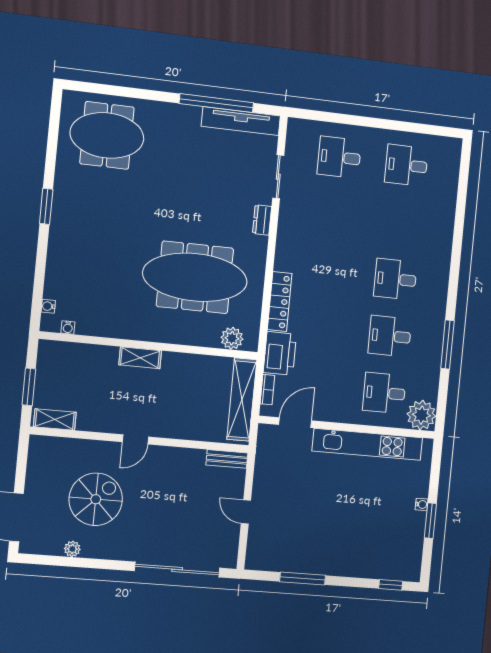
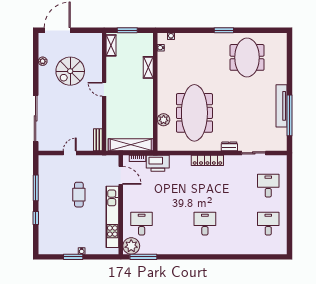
tv unit: (241, 121) -> (281, 106), moved
meeting table: (107, 135) -> (247, 57), moved
locker: (280, 302) -> (207, 160), moved
desk: (390, 336) -> (173, 224), removed
plant: (232, 338) -> (164, 120), moved
window: (447, 344) -> (143, 257), moved
shelving: (140, 358) -> (148, 67), moved
spiral stairs: (96, 499) -> (70, 71), turned 90
cafe table: (322, 501) -> (79, 195), added
window: (391, 585) -> (36, 218), moved

